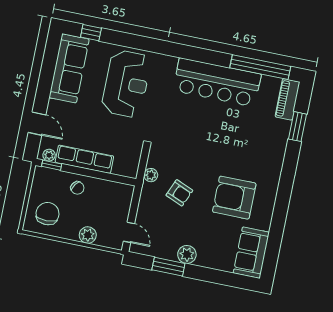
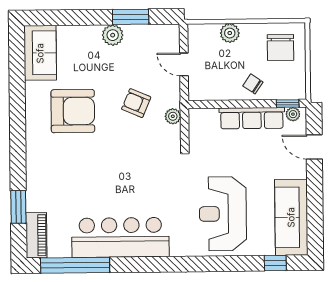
door: (129, 232) -> (184, 64), moved

